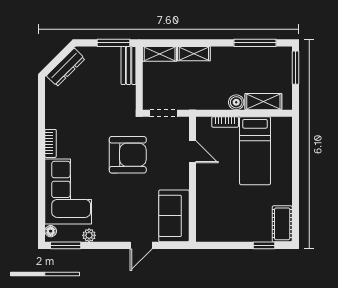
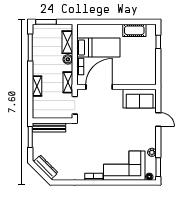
shelving: (160, 54) -> (68, 82), moved
bench: (129, 65) -> (49, 127), width x1.36
door: (192, 152) -> (99, 87), width x1.87
armchair: (128, 155) -> (101, 128), removed
cot: (282, 224) -> (134, 30), moved

